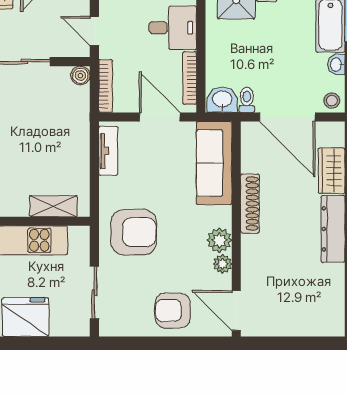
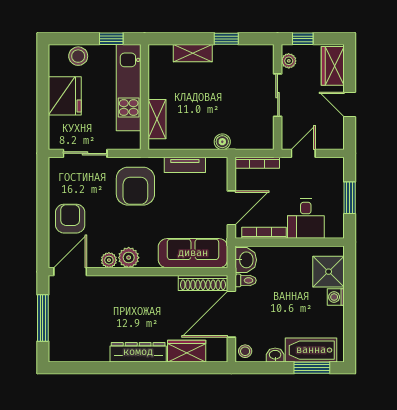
boiler: (80, 76) -> (222, 142), moved
tv unit: (108, 151) -> (185, 165), moved
shoe rack: (250, 204) -> (203, 283), moved
window: (292, 343) -> (43, 318), added

